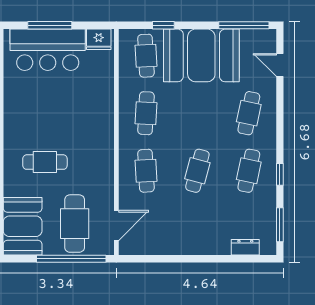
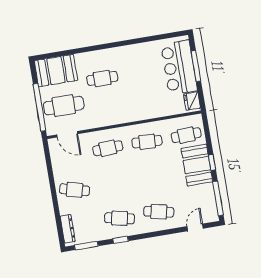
window: (163, 25) -> (212, 162), moved
booth: (201, 55) -> (197, 165), width x0.73, depth x0.70
cafe table: (45, 162) -> (102, 78), turned 90
cafe table: (197, 171) -> (75, 190), moved
dresser: (245, 247) -> (68, 229), width x1.44

